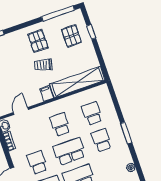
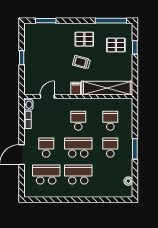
pallet: (72, 36) -> (116, 45), turned 90
pallet: (38, 41) -> (84, 39), turned 90

